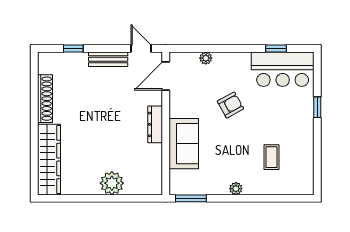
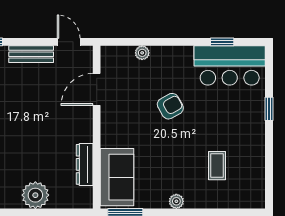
door: (166, 76) -> (97, 89), moved
dresser: (155, 124) -> (85, 164), moved
sofa: (184, 144) -> (117, 177), moved

